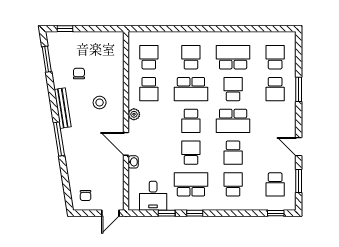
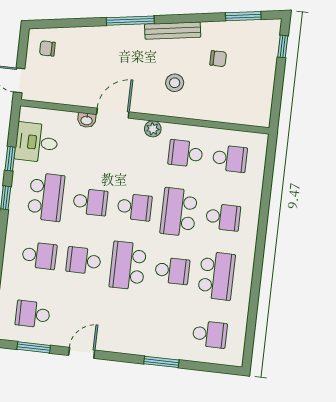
school desk: (275, 89) -> (165, 329), removed
school desk: (191, 121) -> (135, 207), turned 180

